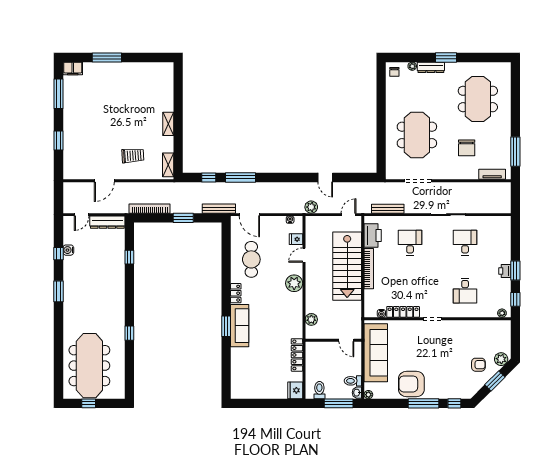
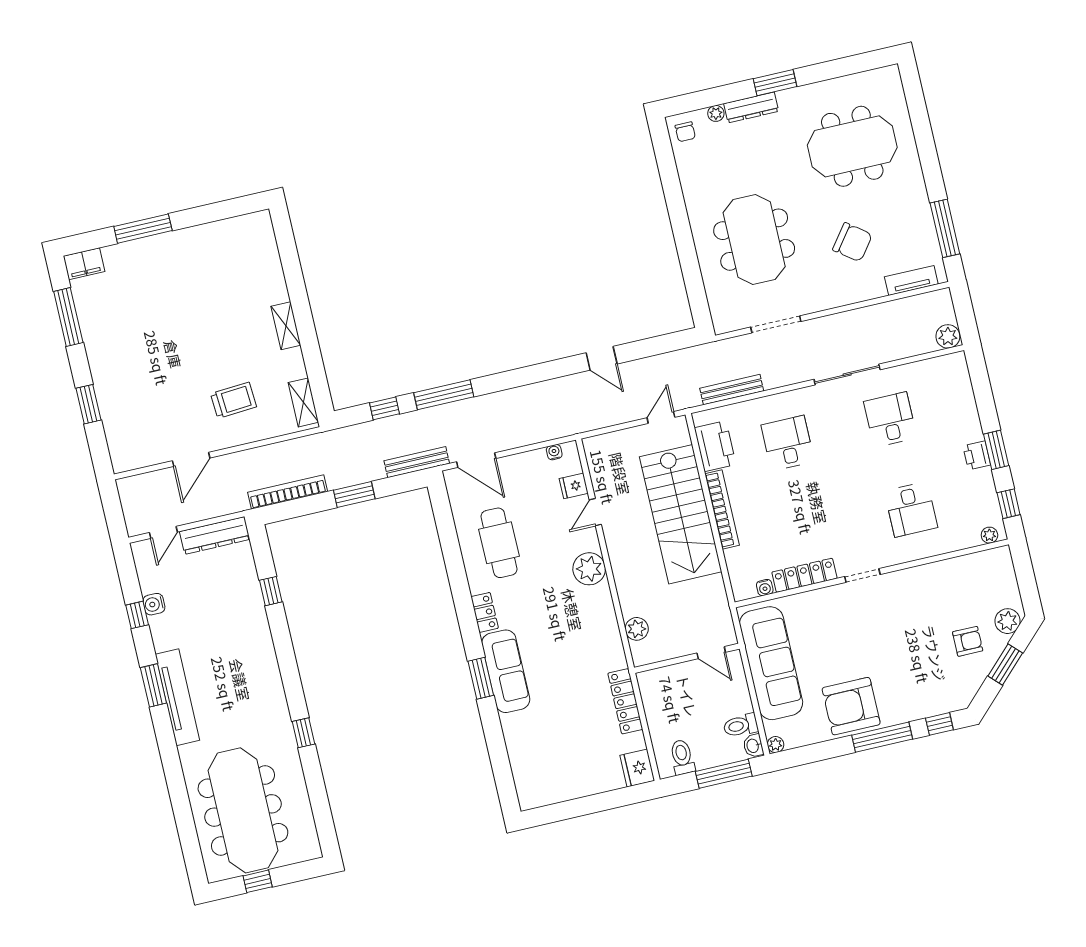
meeting table: (478, 99) -> (852, 146), turned 90
chair: (467, 148) -> (852, 242), turned -53
plant: (311, 207) -> (948, 336), moved
tv unit: (69, 300) -> (177, 697), added

